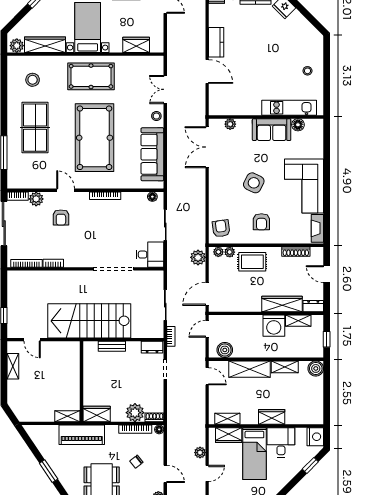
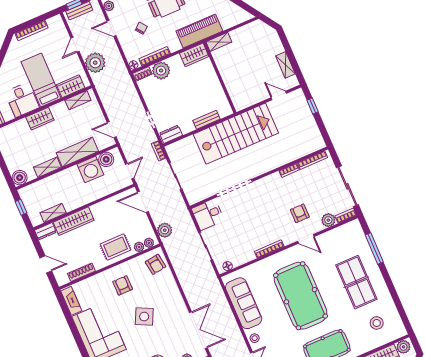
door: (207, 294) -> (143, 202), swing flipped
washing machine: (274, 326) -> (90, 169), moved, turned 180
plant: (200, 453) -> (95, 63), width x1.87, depth x1.87

